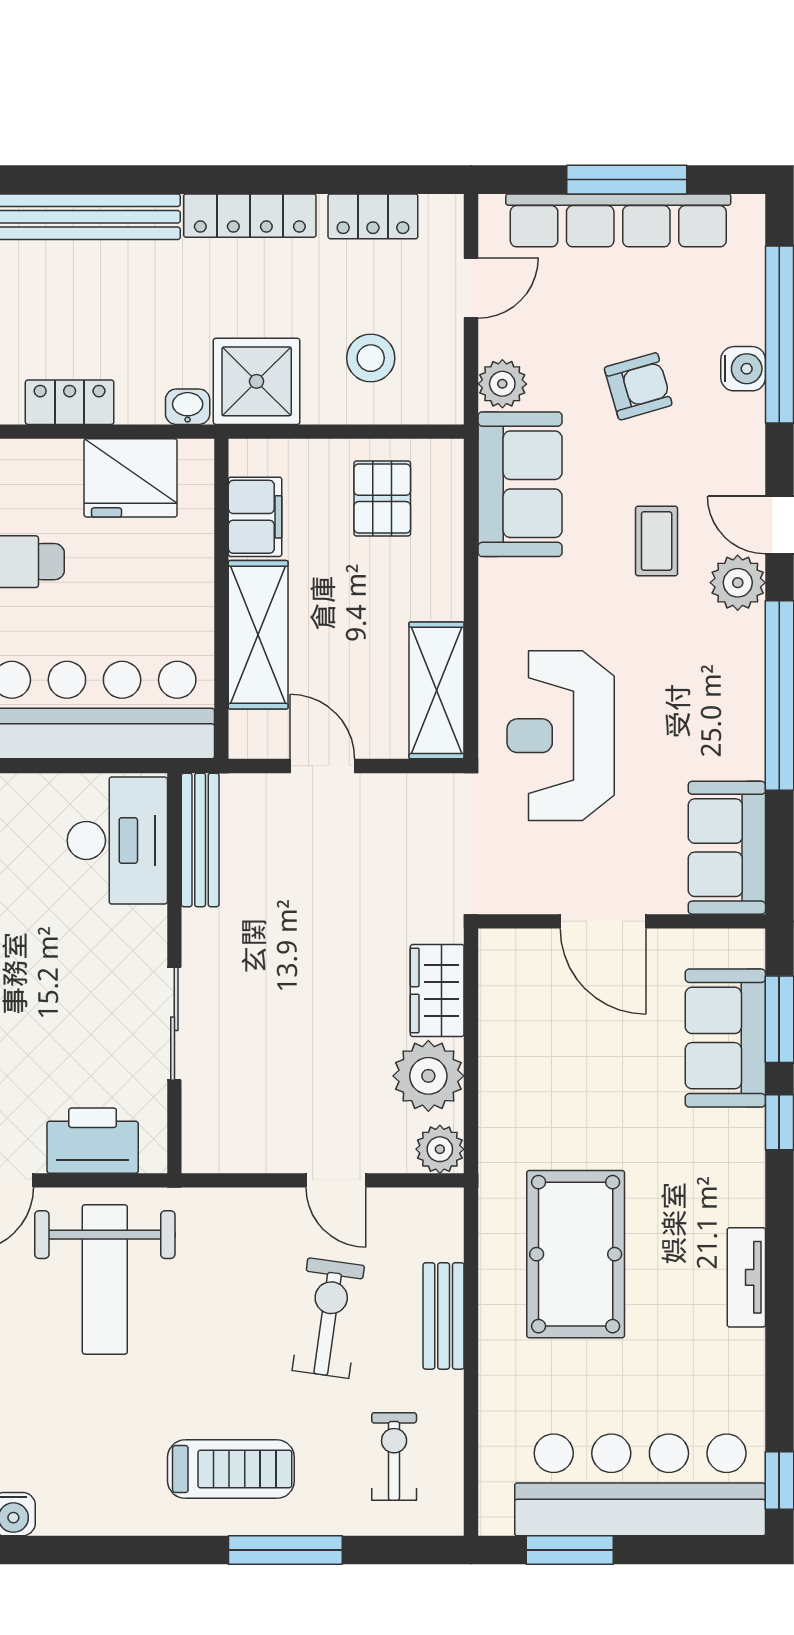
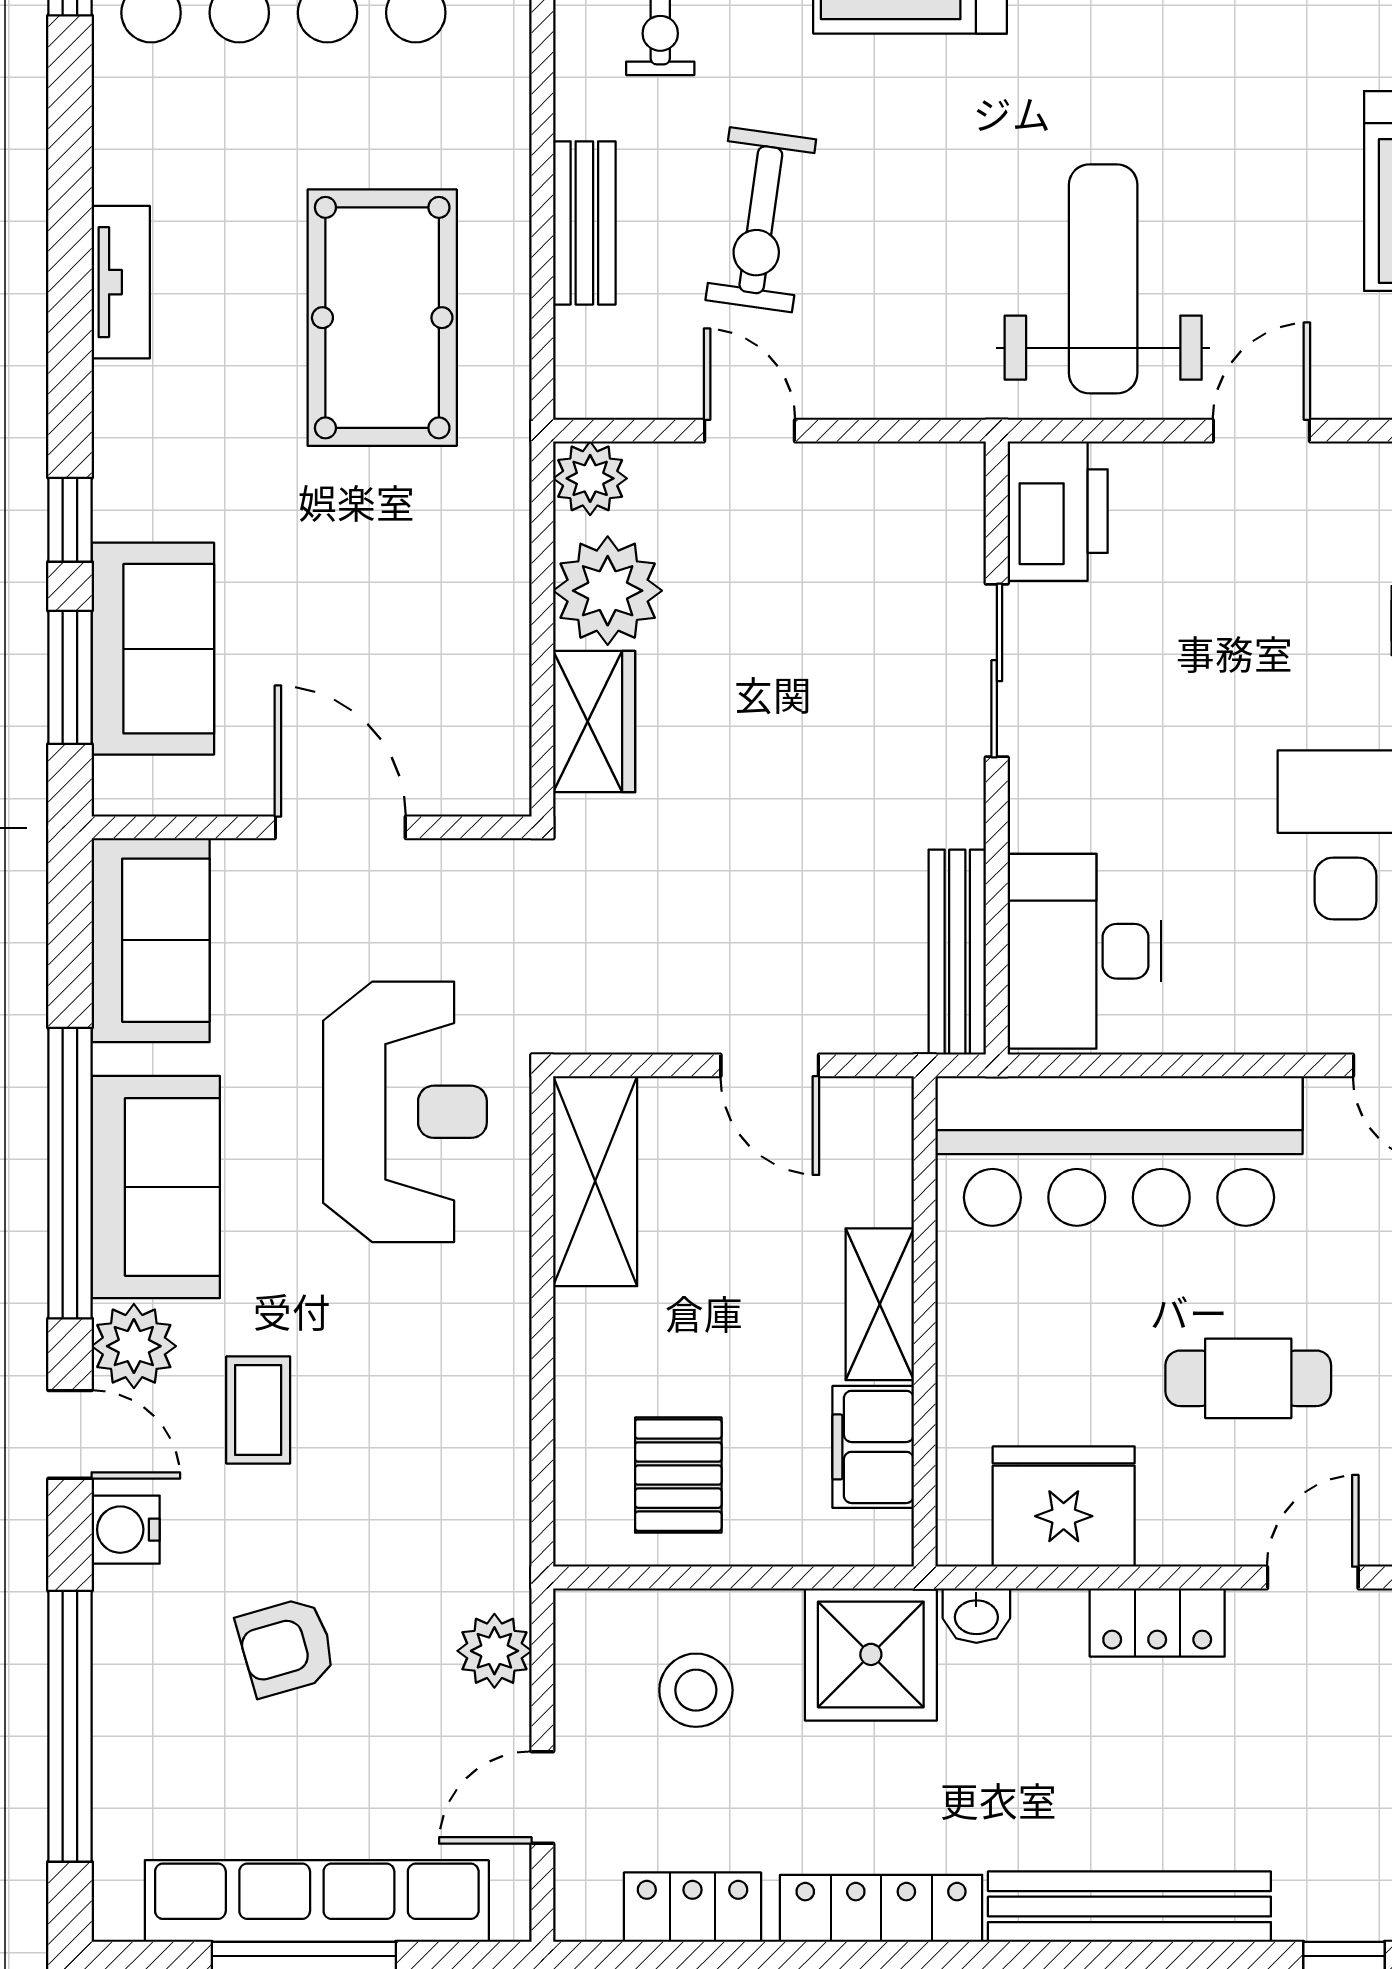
water cooler: (743, 369) -> (126, 1530), moved
sofa: (520, 484) -> (156, 1187), moved, turned 180
shelving: (258, 635) -> (880, 1304), width x0.67, depth x0.75
printer: (93, 1141) -> (1058, 511), moved, turned -90

